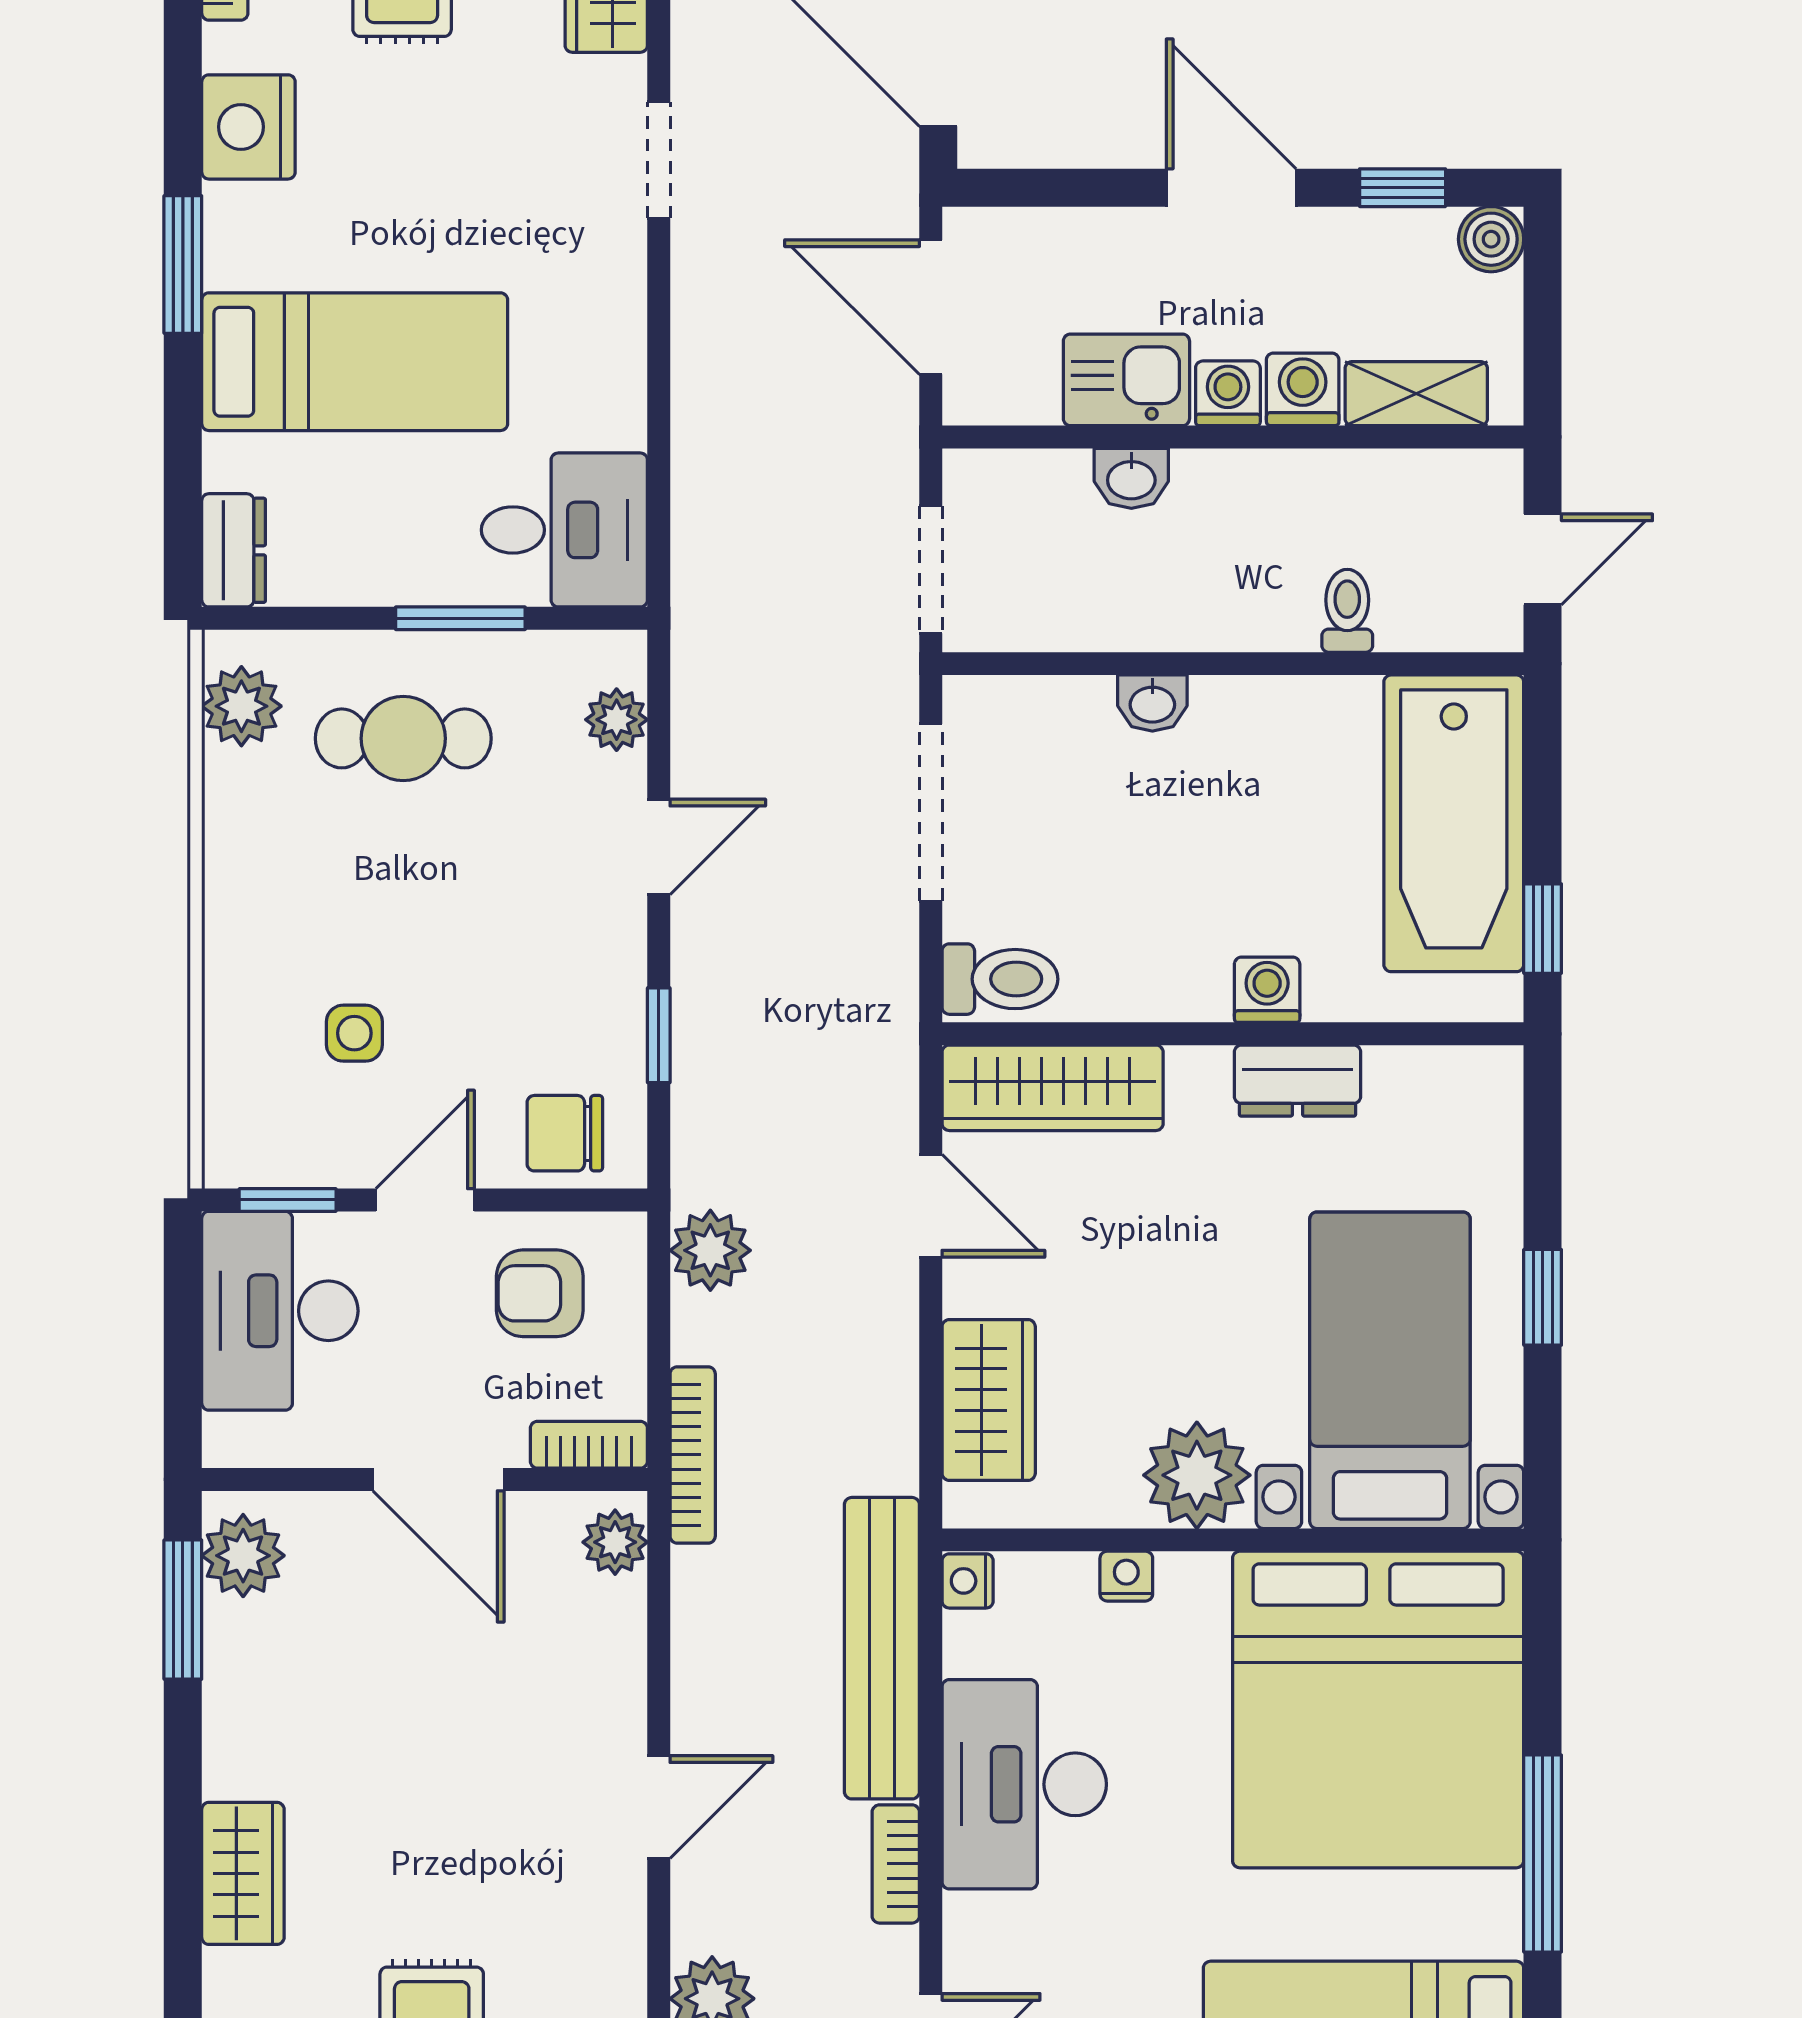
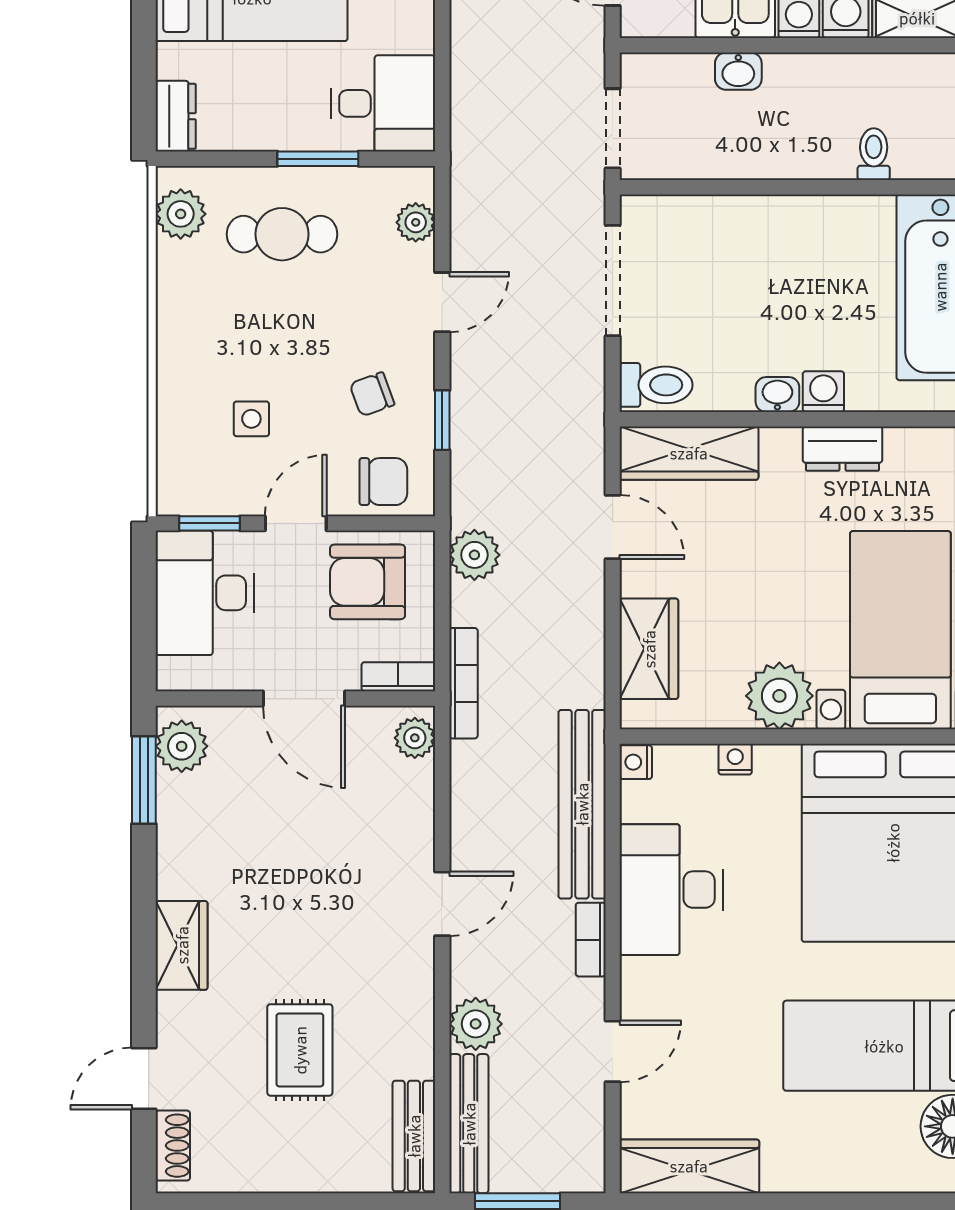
washbasin: (1152, 703) -> (777, 395), moved, turned 180
chair: (547, 994) -> (372, 394), added
chair: (565, 1133) -> (383, 482), turned 180
armchair: (540, 1293) -> (368, 582), width x1.38, depth x1.38

